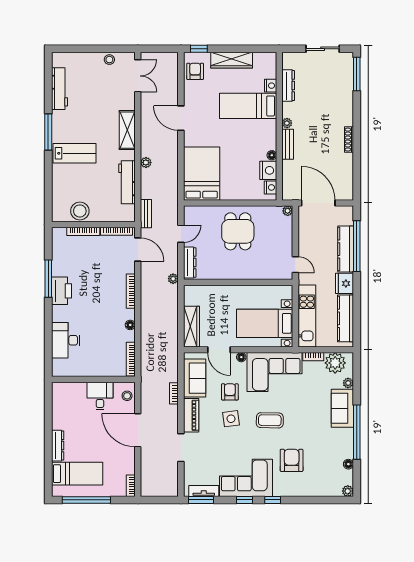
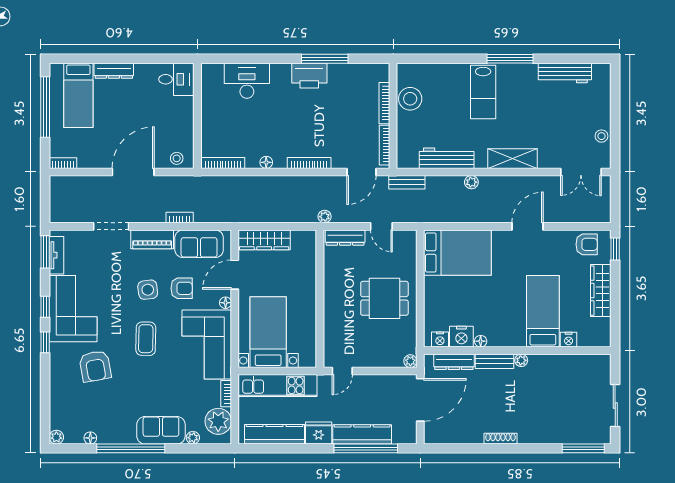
dresser: (288, 86) -> (454, 362), moved
desk: (100, 396) -> (176, 79), moved
armchair: (292, 460) -> (95, 366), turned 80

